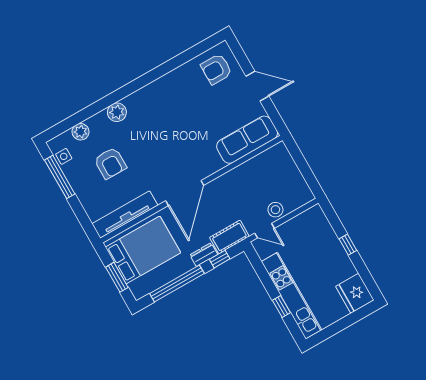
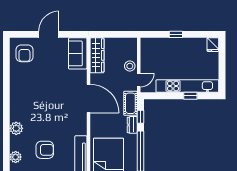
sofa: (247, 140) -> (78, 53), width x0.73
wardrobe: (265, 161) -> (97, 55), added
door: (185, 193) -> (88, 99), moved
fridge: (355, 293) -> (213, 45), width x0.53, depth x0.75

